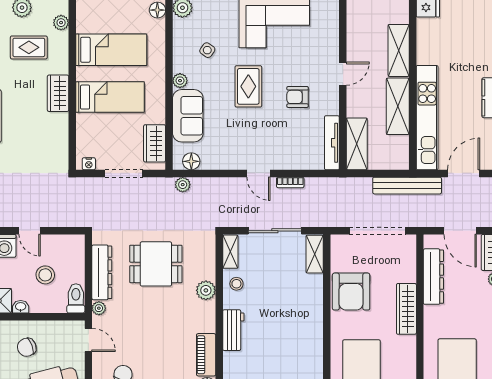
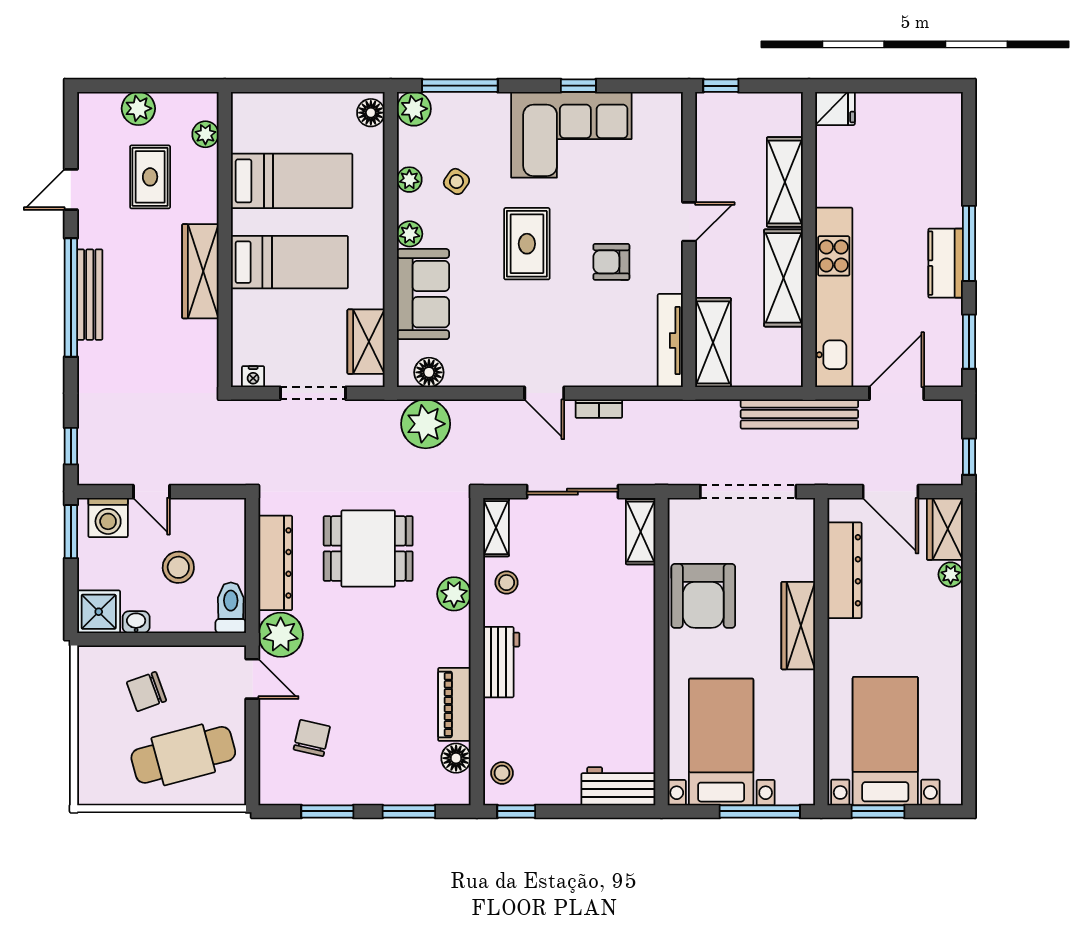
rug: (29, 47) -> (150, 177), turned 90
plant: (180, 49) -> (409, 180), added
wardrobe: (58, 93) -> (200, 271), width x1.50
plant: (183, 185) -> (426, 424), width x1.87, depth x1.87
plant: (99, 308) -> (281, 635), width x1.88, depth x1.88

